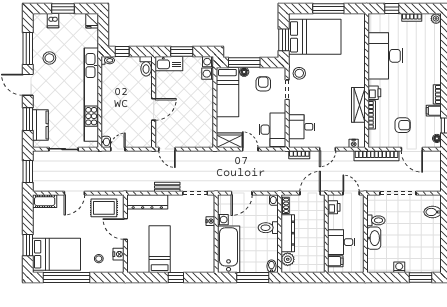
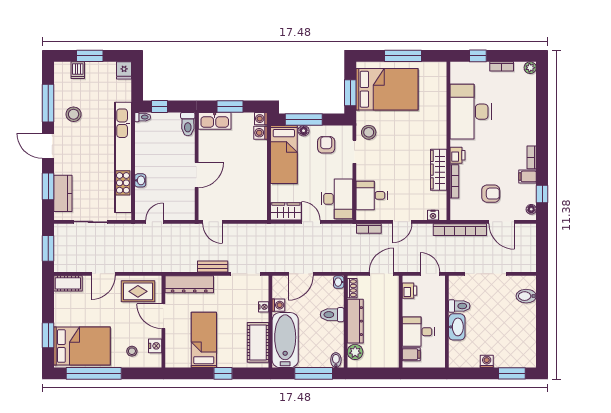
washbasin: (106, 142) -> (140, 180), moved
cot: (206, 251) -> (258, 342), added

